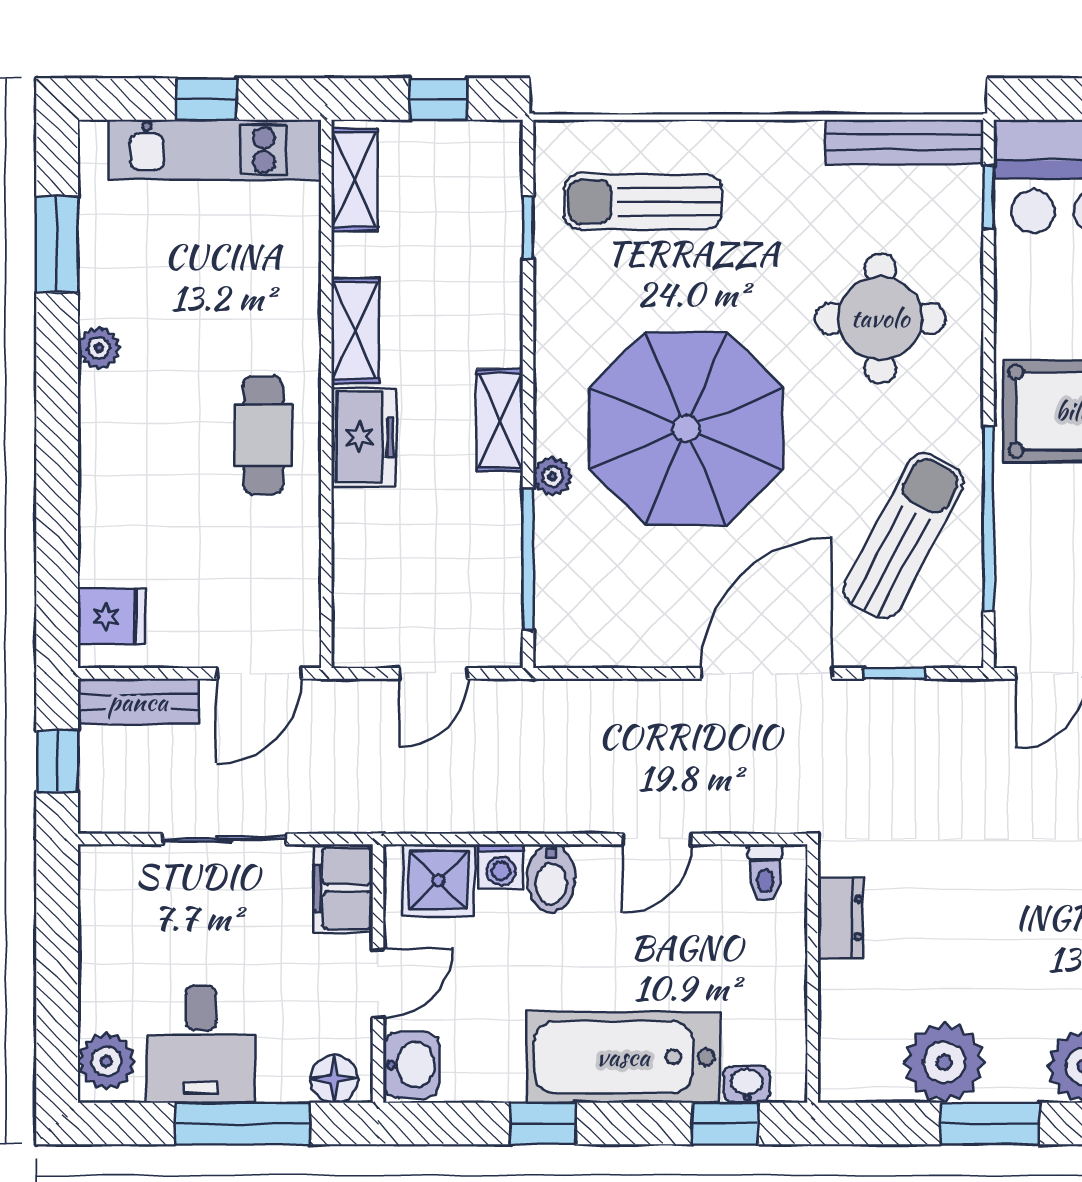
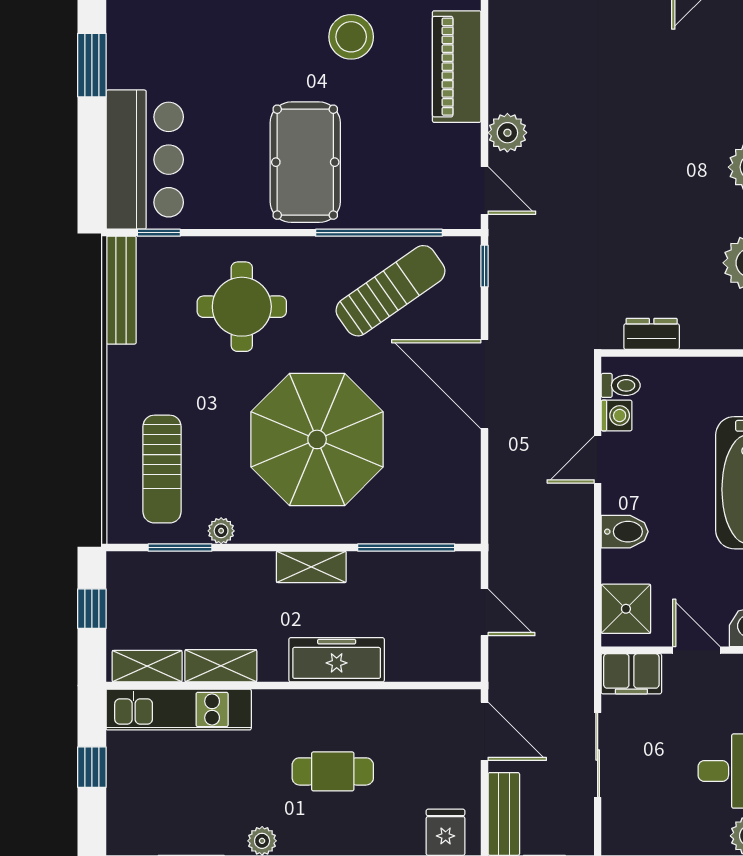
kitchen unit: (215, 150) -> (179, 709), moved, turned 90
window: (528, 228) -> (180, 548), width x1.50
shelving: (355, 331) -> (221, 666), moved
cafe table: (263, 435) -> (333, 771), moved
freezer: (364, 437) -> (337, 660), width x1.40
plant: (553, 476) -> (221, 531), moved
sun lounger: (904, 536) -> (391, 291), turned 117
window: (895, 673) -> (484, 266), moved
door: (657, 839) -> (598, 459), swing flipped
washing machine: (501, 867) -> (617, 415), moved

